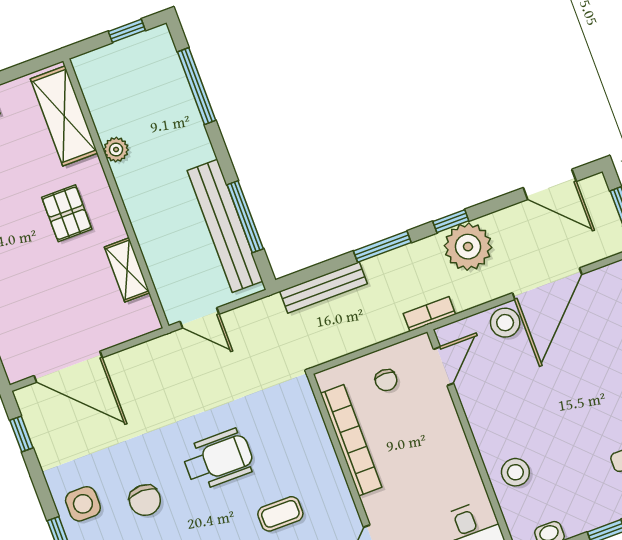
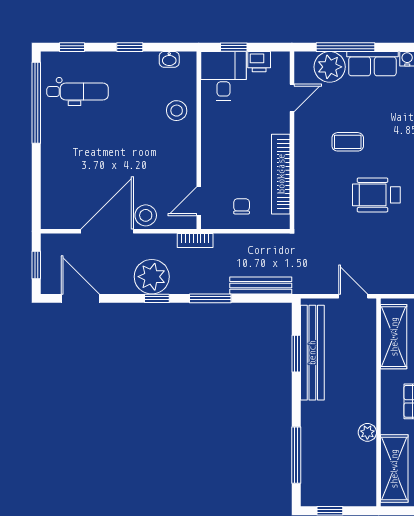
window: (245, 217) -> (296, 354), width x0.69
shelving: (127, 270) -> (394, 337), width x1.50, depth x1.33

